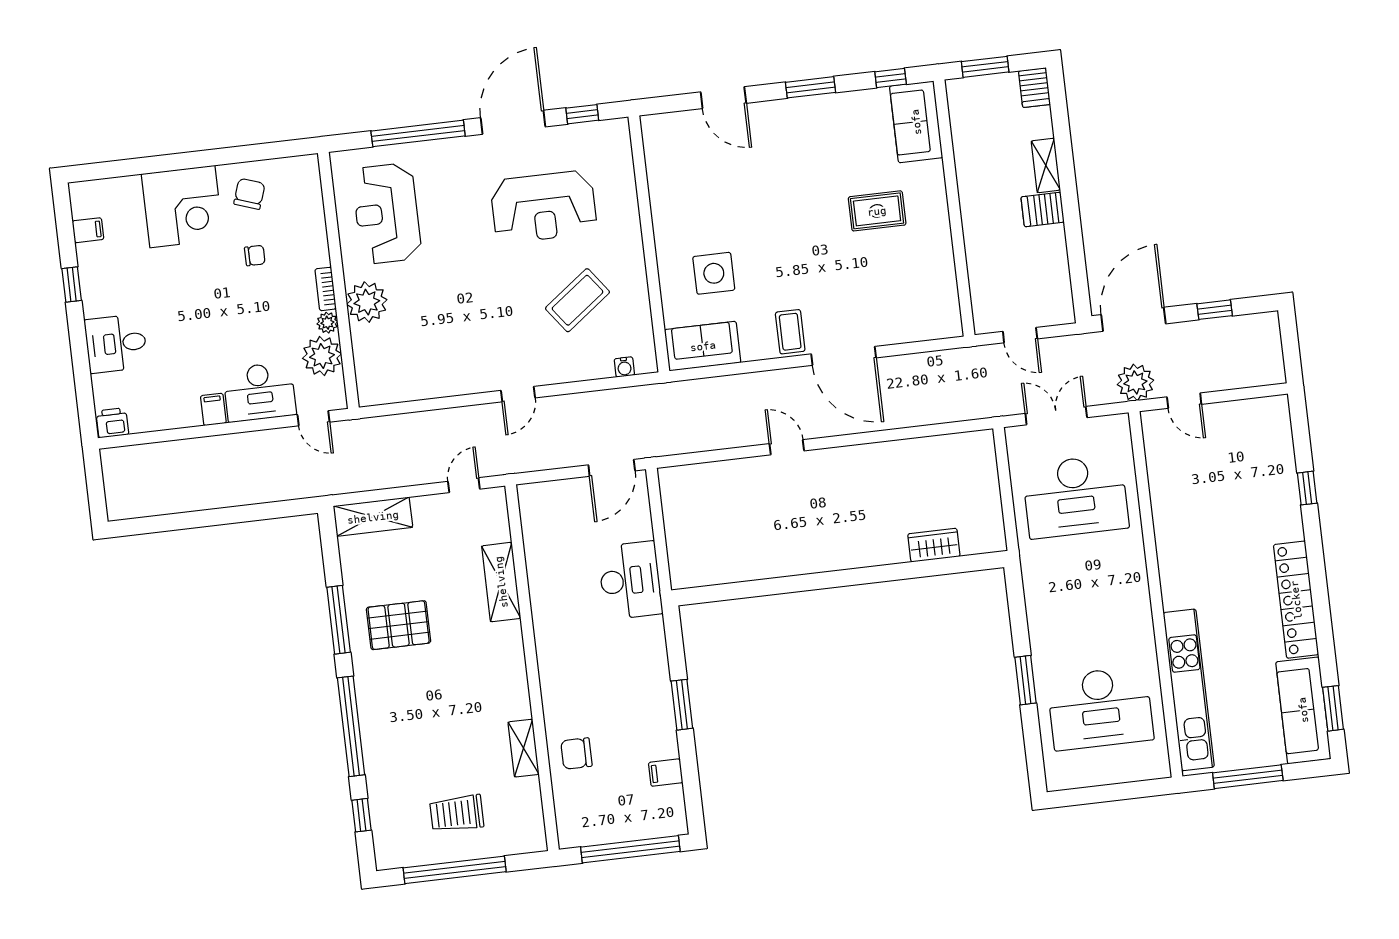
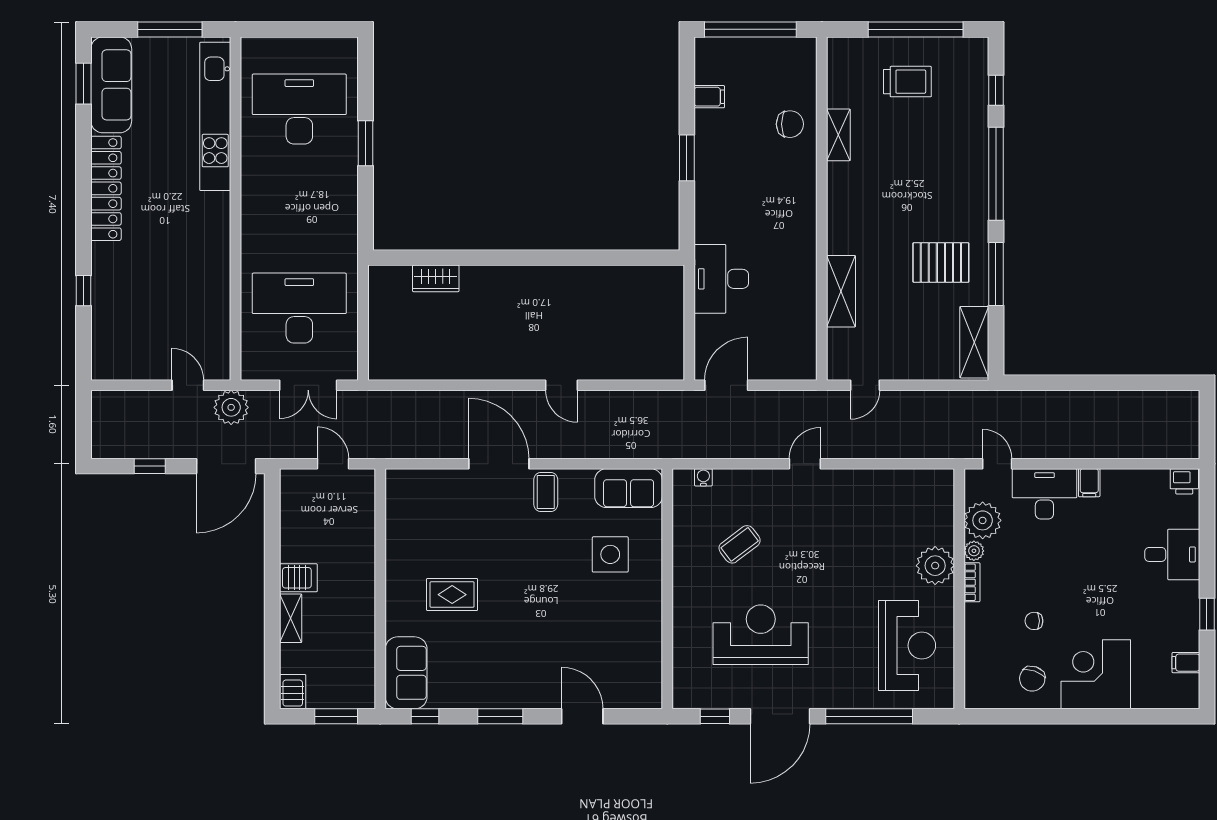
coffee table: (577, 300) -> (740, 544), width x0.73, depth x0.77
shelving: (373, 517) -> (974, 342), moved, turned 90

